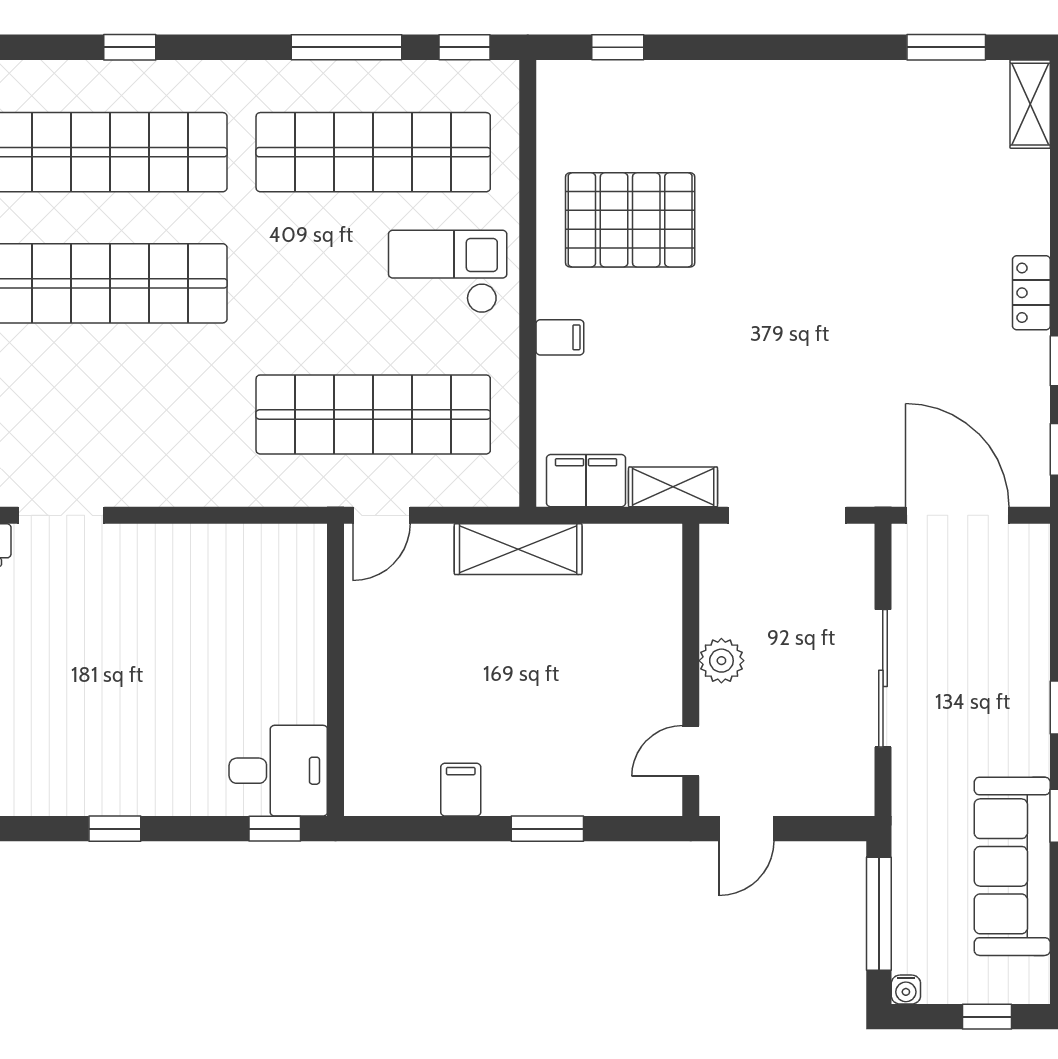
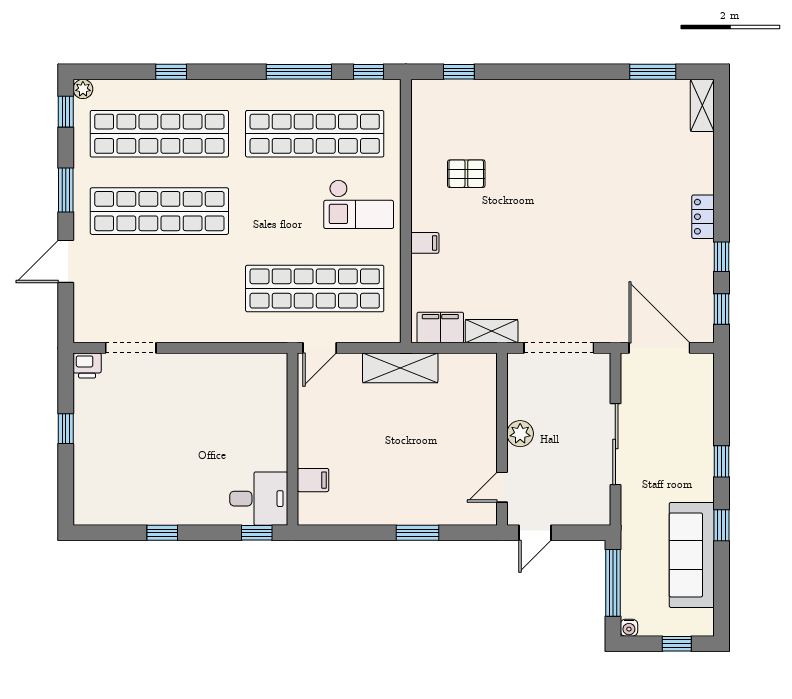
pallet: (630, 220) -> (466, 174), width x0.49, depth x0.50
checkout: (448, 272) -> (359, 204), turned 180
filing cabinet: (461, 790) -> (313, 480), moved, turned 90

